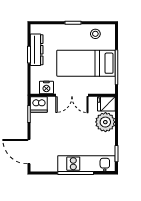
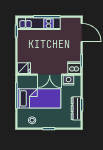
double door: (72, 95) -> (50, 75), swing flipped
plant: (105, 122) -> (25, 55), removed

